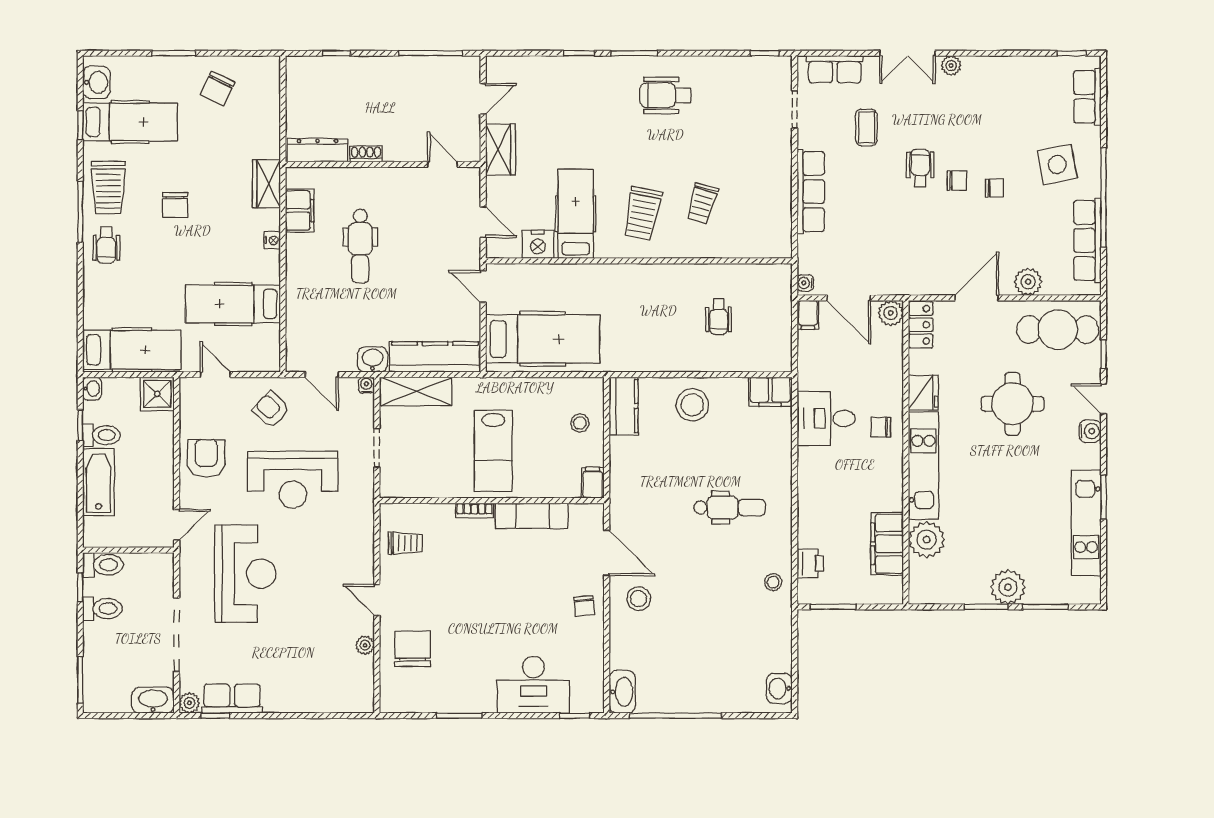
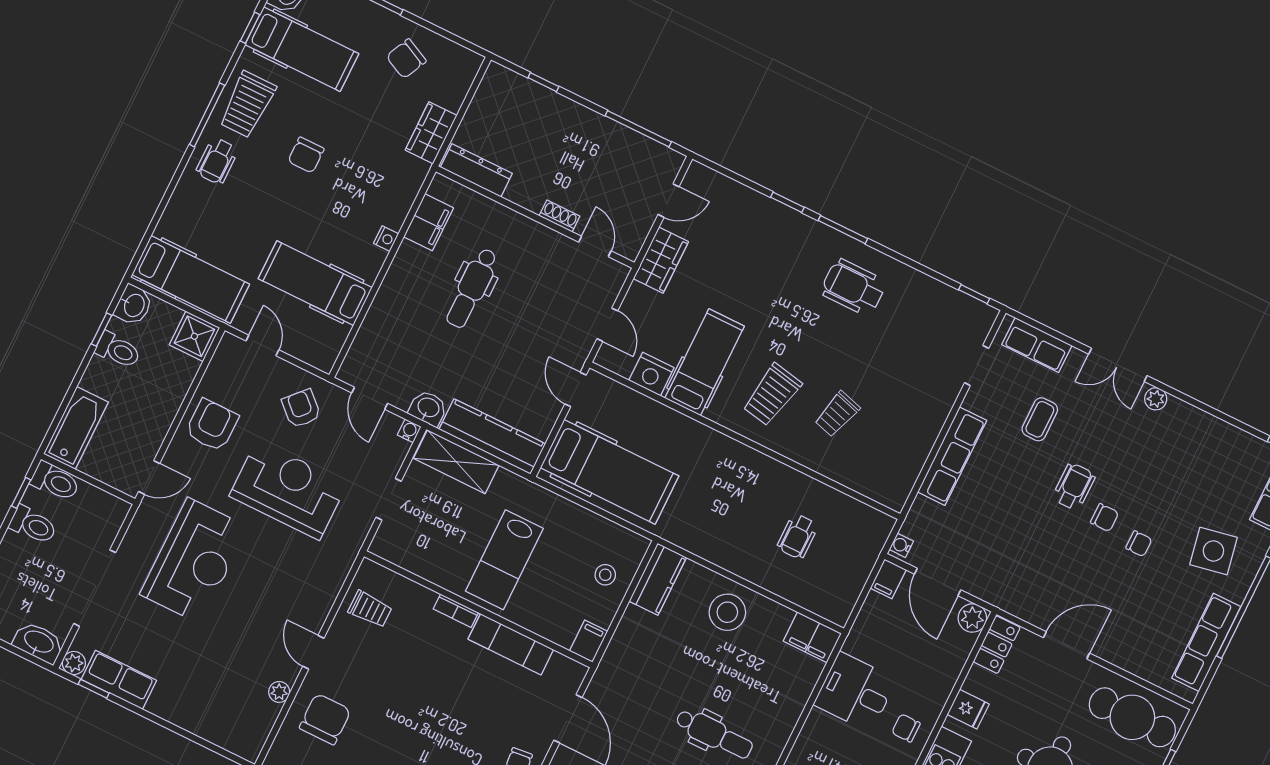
shoe rack: (366, 154) -> (559, 216), moved
wardrobe: (267, 184) -> (431, 133), moved
plant: (1028, 282) -> (1126, 655), removed
washbasin: (92, 389) -> (133, 305), width x1.38, depth x1.45
fridge: (923, 393) -> (968, 709), width x0.72
reception desk: (293, 480) -> (288, 490), turned 180
bathtub: (99, 482) -> (76, 428), moved

